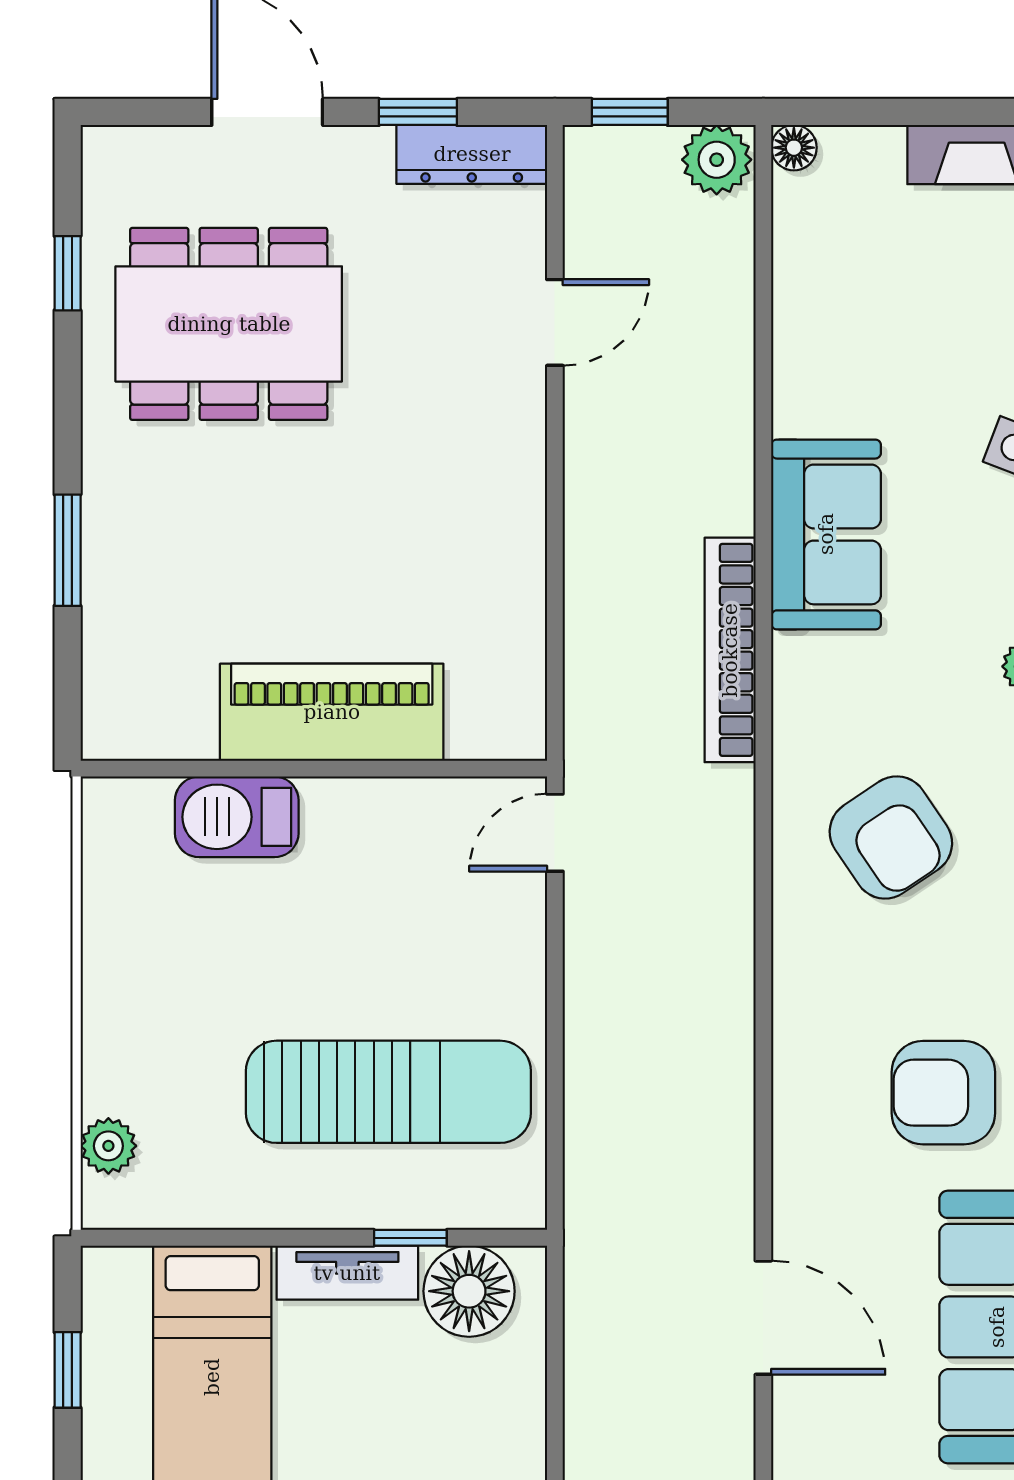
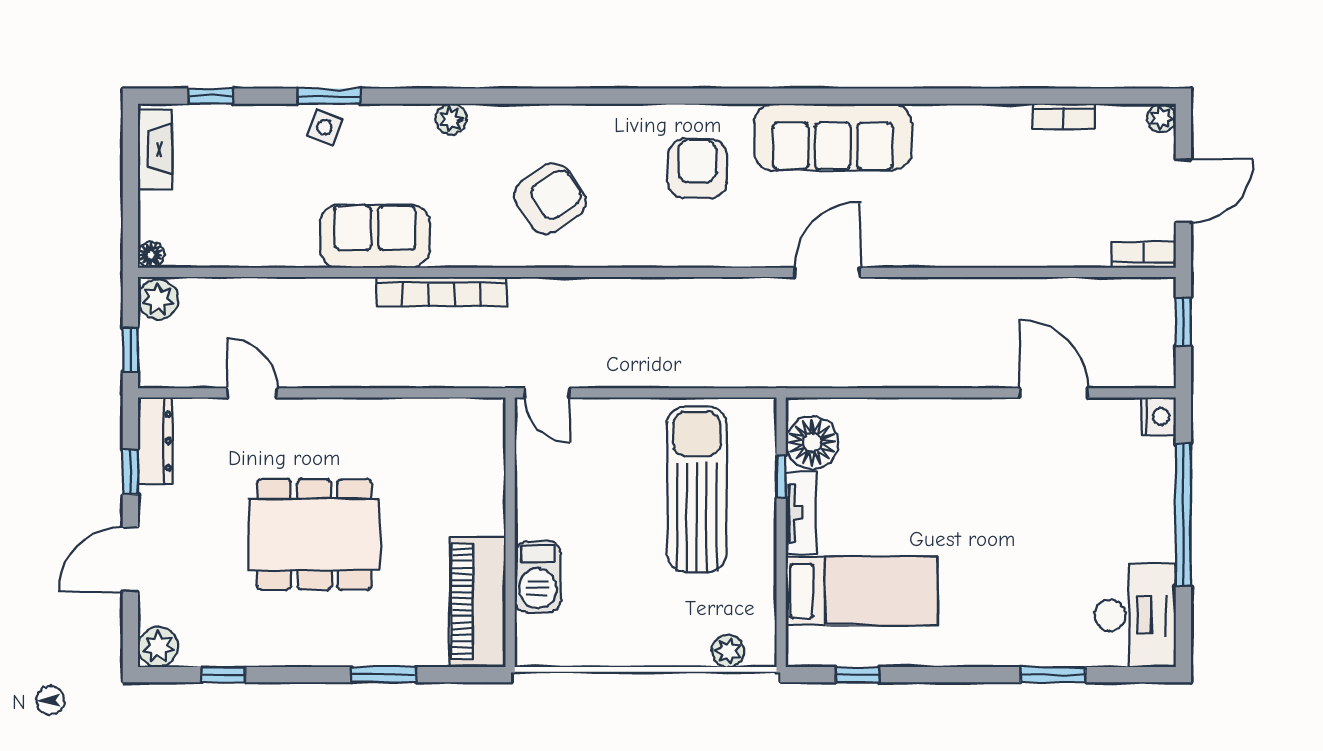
plant: (115, 160) -> (158, 647), added
dining table: (229, 324) -> (314, 535), moved, turned 90
piano: (332, 712) -> (477, 601), moved
armchair: (943, 1093) -> (697, 168), turned 180

